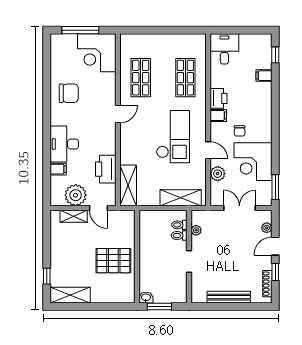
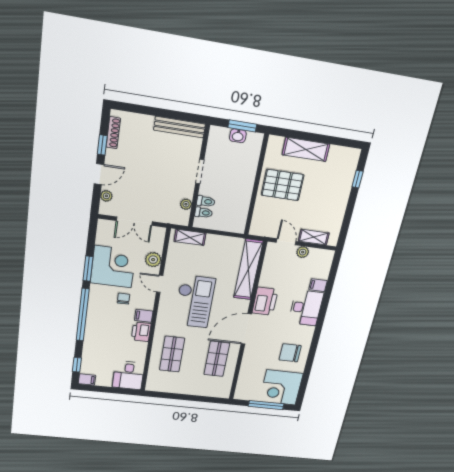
corner desk: (97, 53) -> (281, 387), moved, turned 180
filing cabinet: (264, 76) -> (87, 379), moved
window: (275, 109) -> (83, 315), added
door: (118, 114) -> (246, 329), width x1.88
checkout: (173, 137) -> (194, 301), turned 180
printer: (106, 169) -> (265, 301), moved
shelving: (128, 185) -> (248, 270), width x1.47
window: (275, 187) -> (88, 269), moved
plant: (76, 195) -> (303, 252), width x0.53, depth x0.53
shelving: (181, 198) -> (190, 237), width x0.67, depth x0.75
shelving: (70, 295) -> (306, 149), moved
bench: (229, 297) -> (179, 127), moved
washbasin: (146, 298) -> (238, 136), moved

